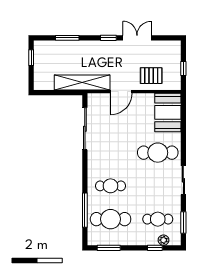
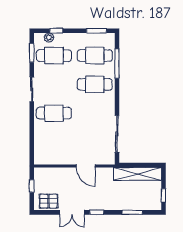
pallet: (151, 76) -> (48, 201), moved
shelving: (82, 83) -> (137, 174), moved
door: (121, 92) -> (86, 166), swing flipped
booth: (168, 112) -> (45, 148), removed
cafe table: (111, 186) -> (95, 84), width x1.37, depth x1.35
cafe table: (158, 219) -> (54, 56), width x1.37, depth x1.35

